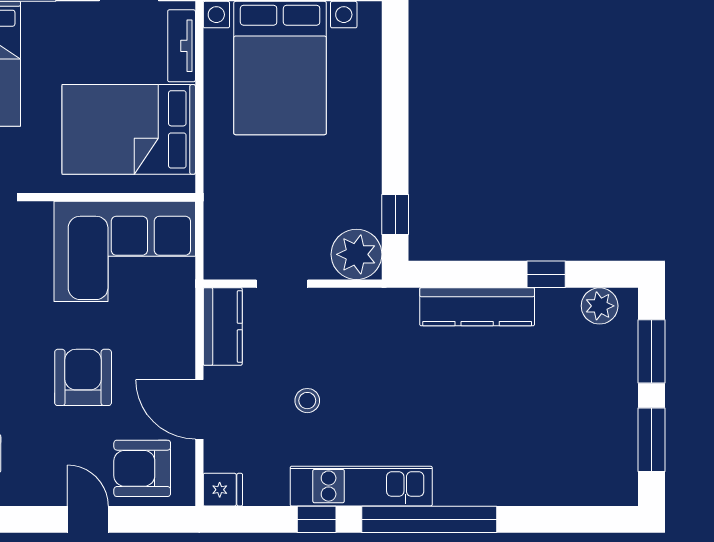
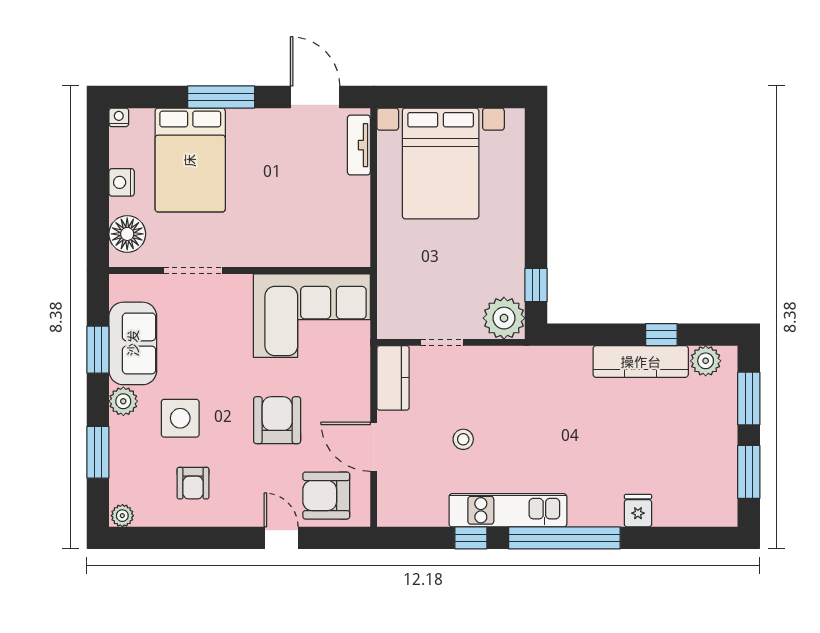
bed: (129, 129) -> (315, 214), removed
kitchen counter: (477, 307) -> (641, 362), moved
fridge: (223, 490) -> (638, 511), moved, turned -90

